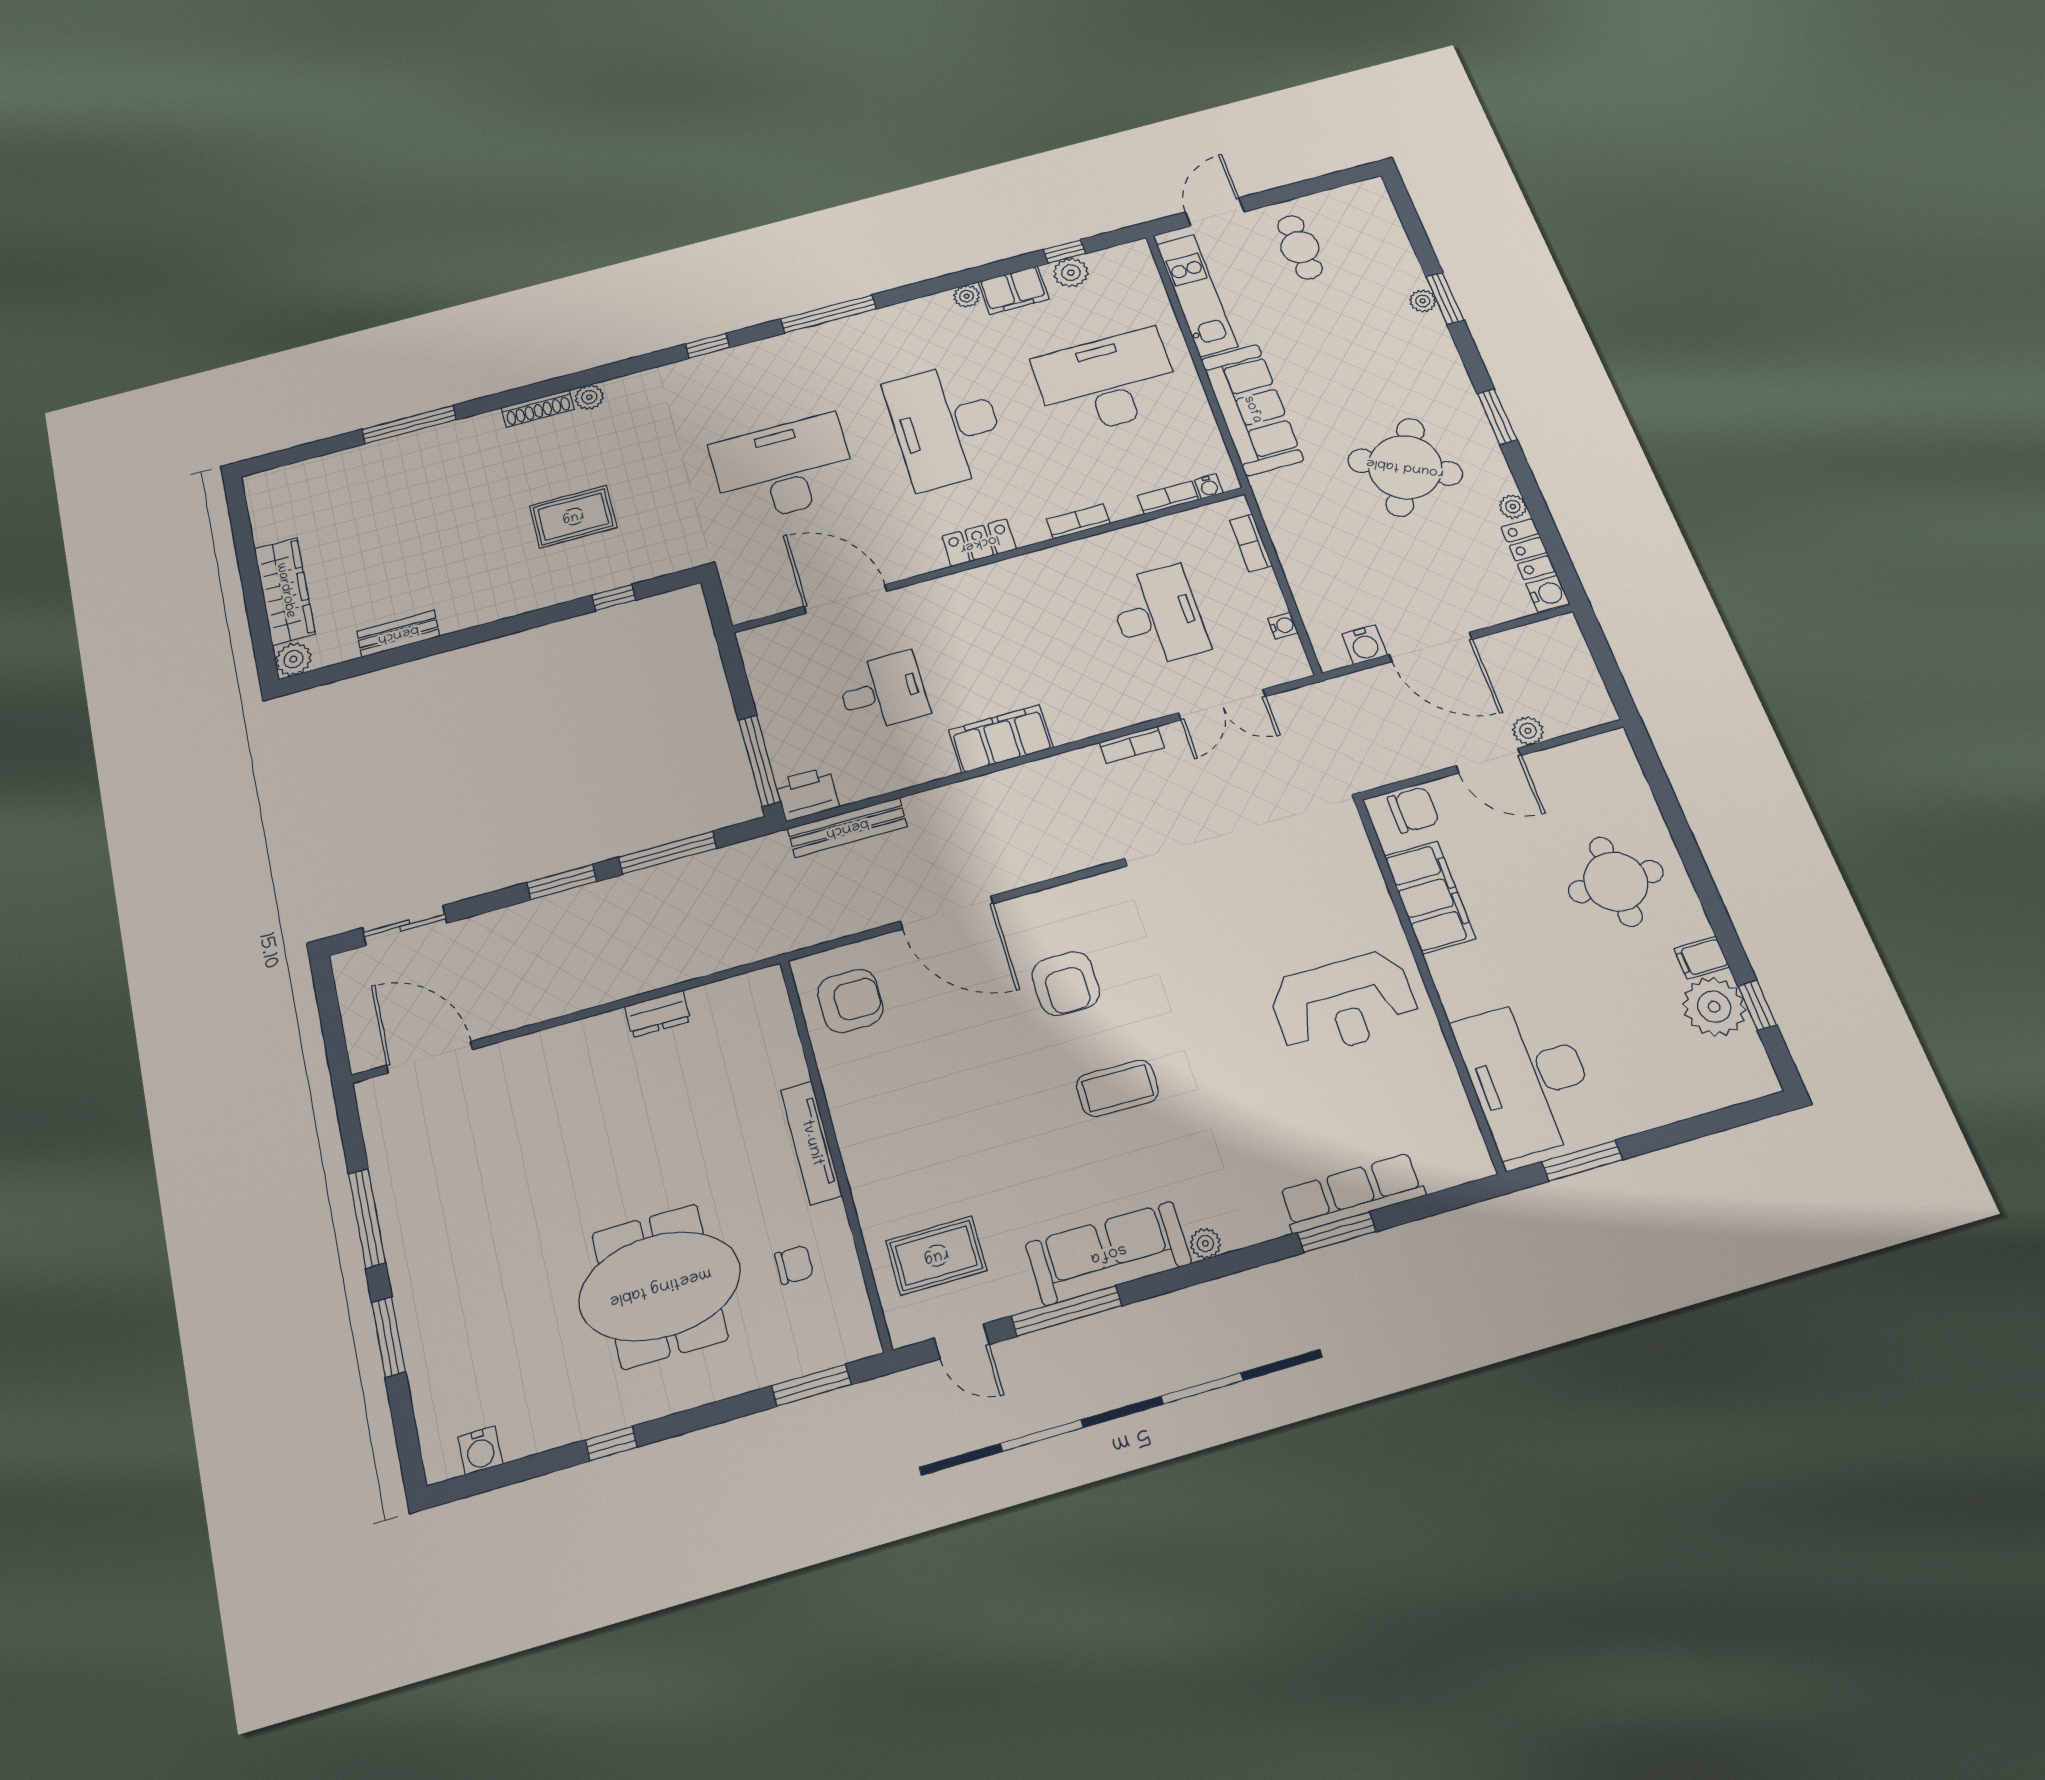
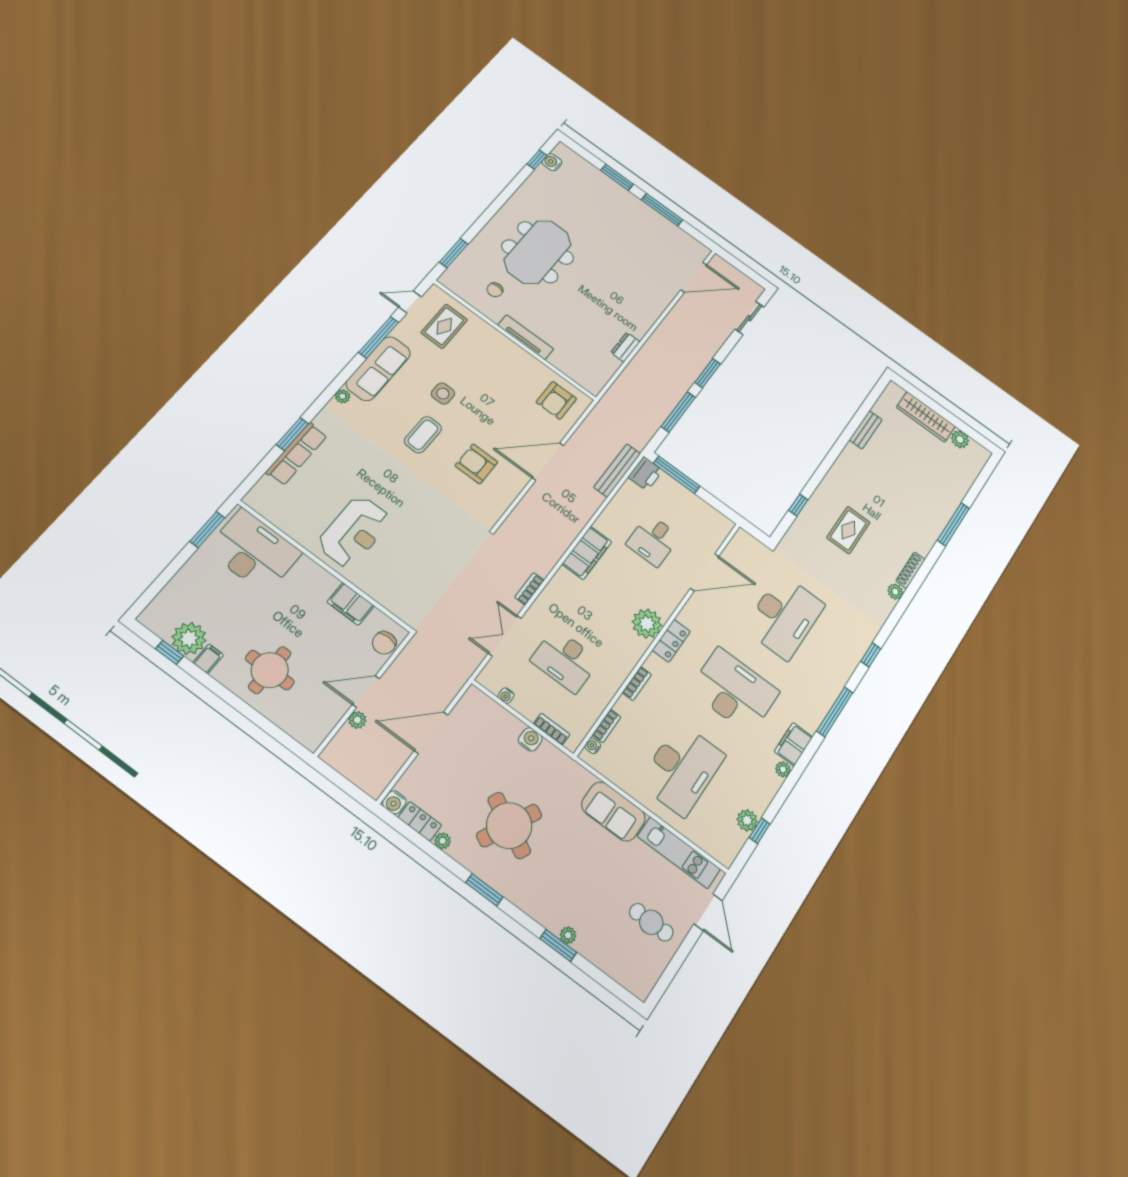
filing cabinet: (1014, 290) -> (794, 744), moved
sofa: (1252, 410) -> (613, 811), width x0.73
plant: (995, 587) -> (647, 624), added
water cooler: (1365, 645) -> (530, 739), moved, turned 90
plant: (293, 659) -> (960, 439), moved
filing cabinet: (1430, 897) -> (351, 604), width x0.67, depth x0.86
reception desk: (1344, 1004) -> (354, 532), turned 180
side table: (1031, 1136) -> (443, 394), added
window: (611, 1444) -> (537, 160), moved

